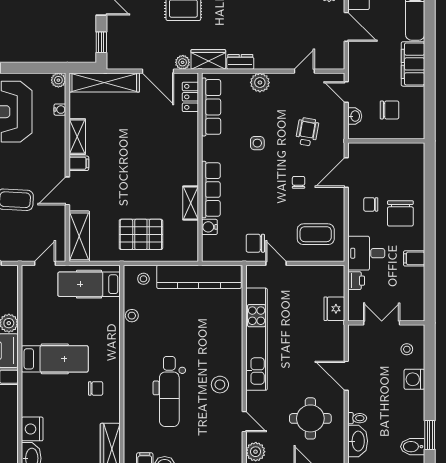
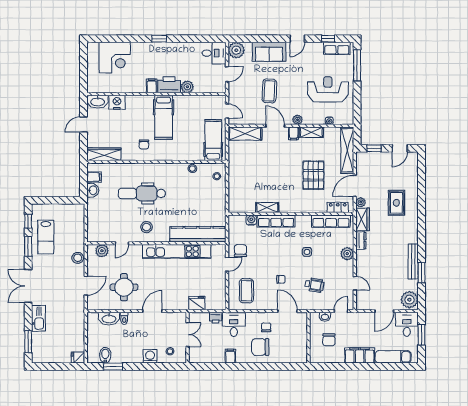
plant: (58, 80) -> (297, 120), moved
pallet: (141, 234) -> (313, 175), moved
kitchen counter: (199, 277) -> (198, 234), moved, turned 90

